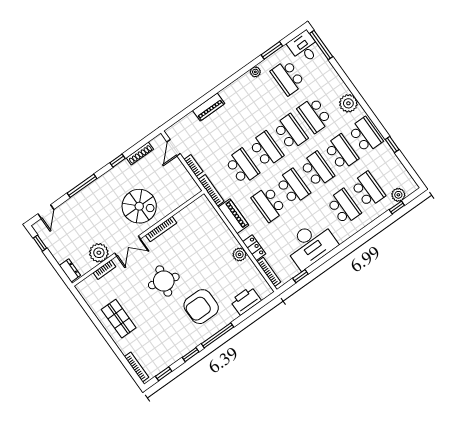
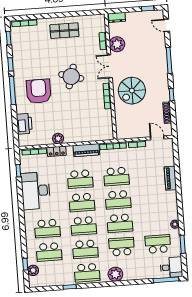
school desk: (269, 204) -> (80, 179), turned 180

